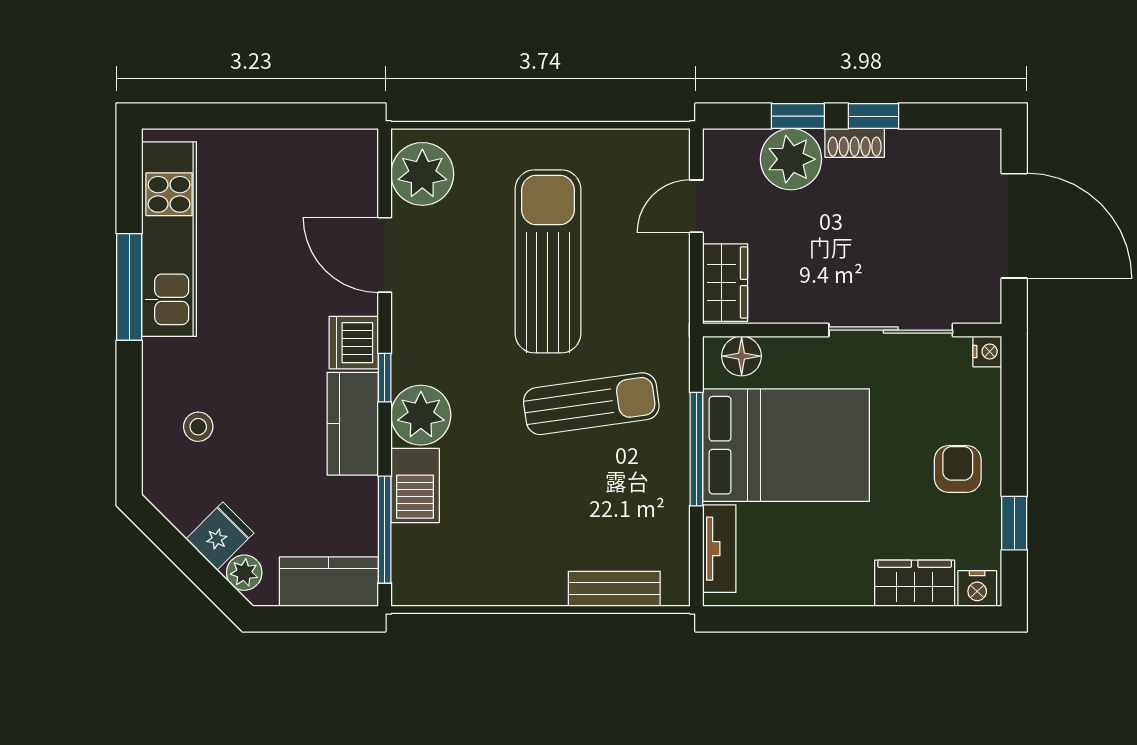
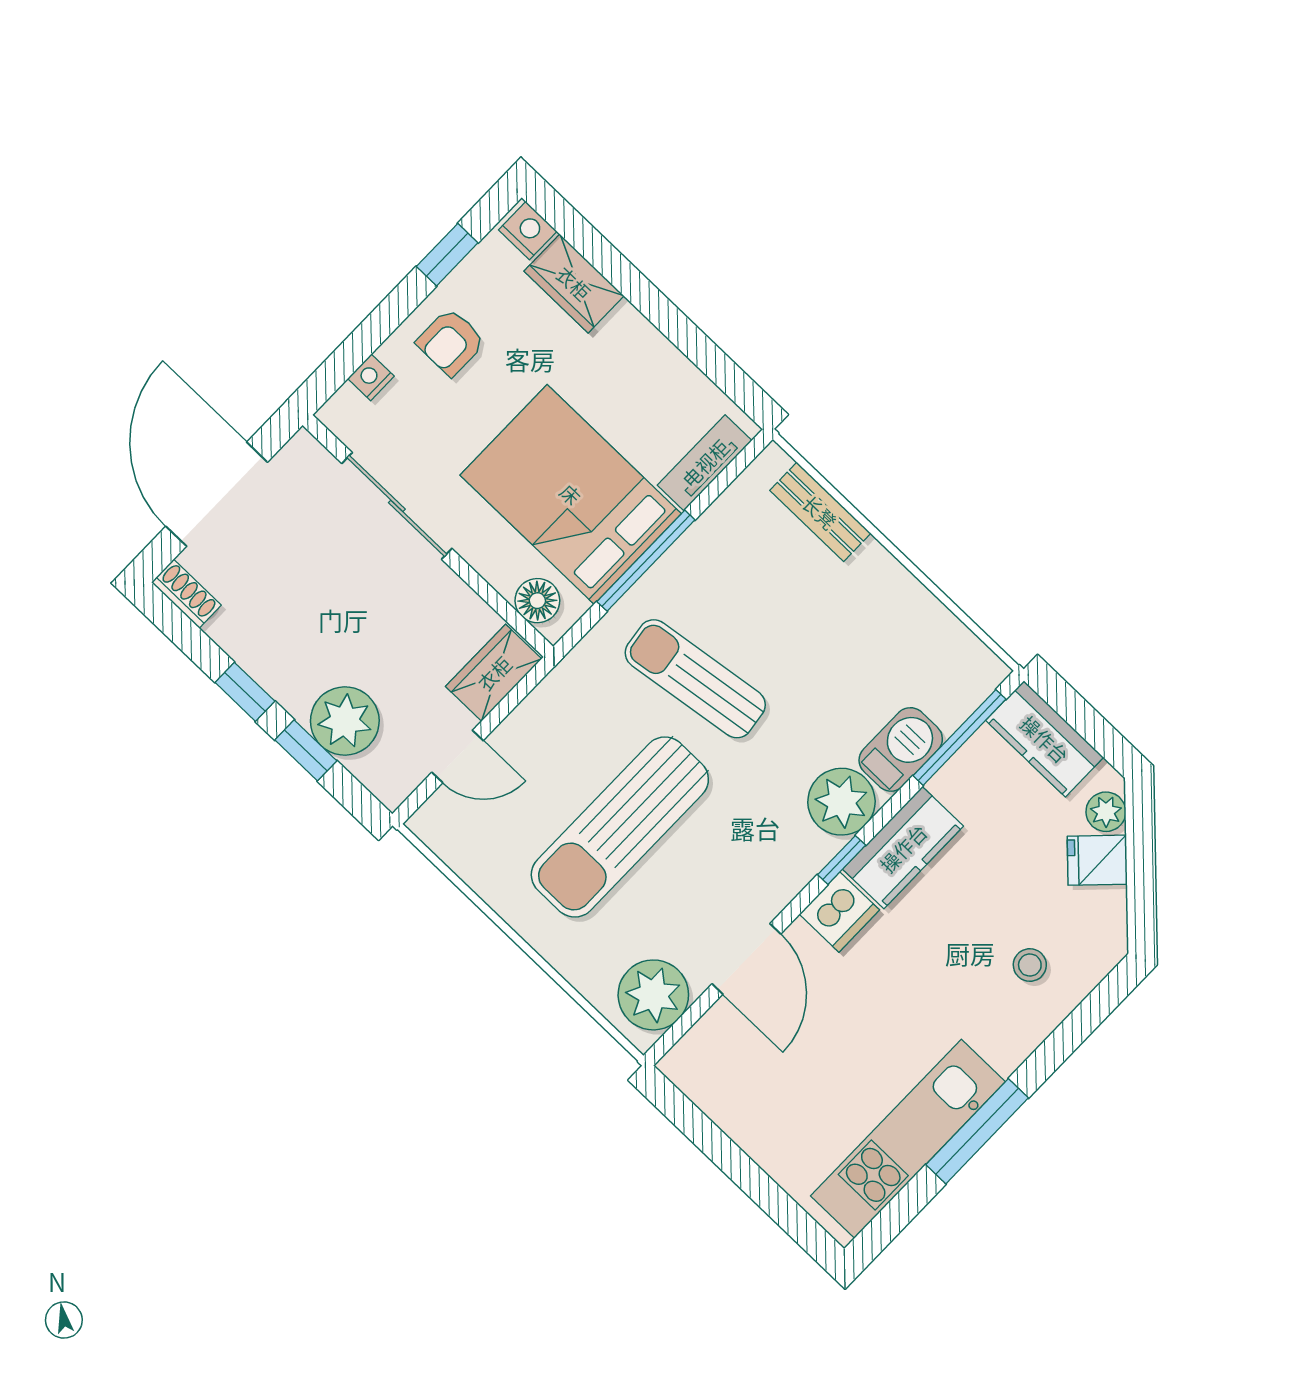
shoe rack: (855, 143) -> (186, 594), moved
nightstand: (987, 352) -> (371, 377), moved

